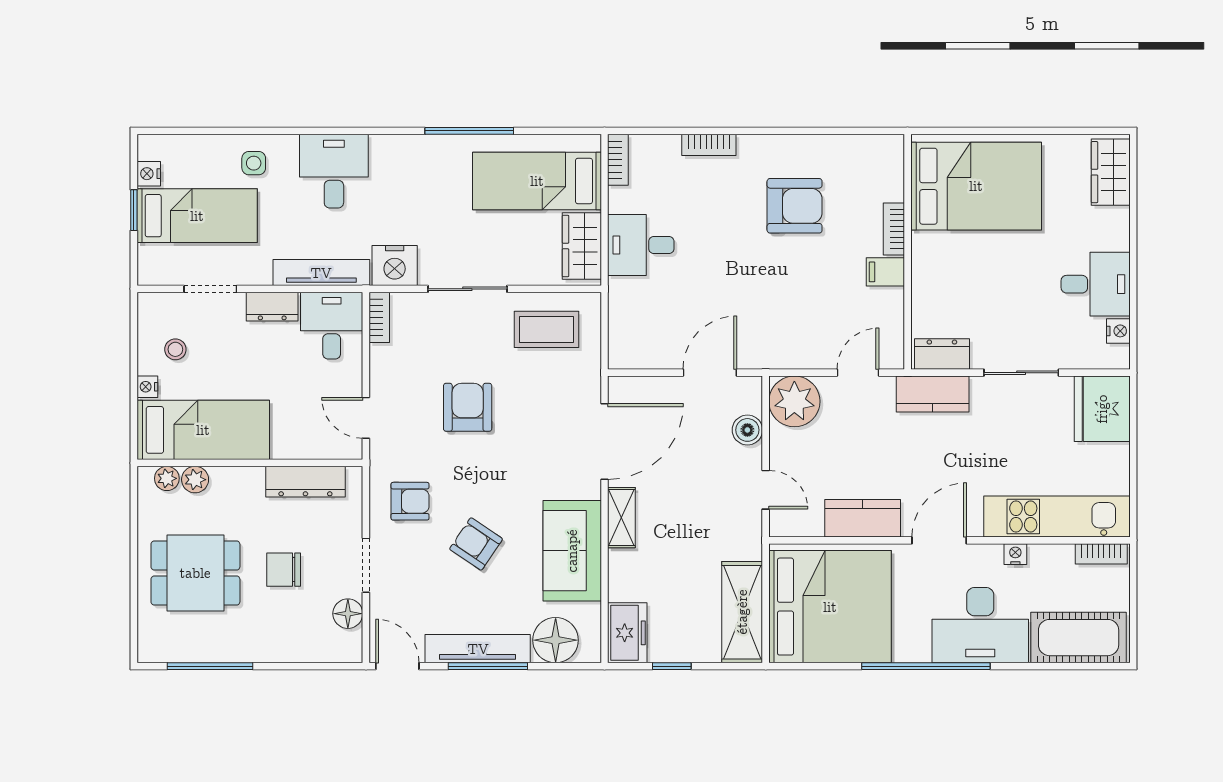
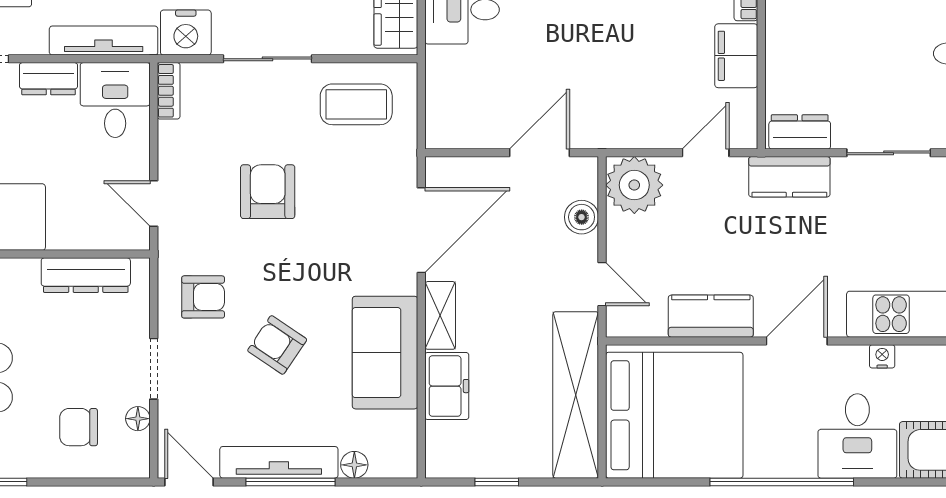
filing cabinet: (885, 272) -> (736, 56), width x2.00
chair: (284, 570) -> (79, 427), moved
shelving: (742, 612) -> (576, 395), width x1.47
floor lamp: (348, 614) -> (138, 419), width x0.73, depth x0.73
desk: (980, 625) -> (857, 436), width x0.73
freezer: (627, 633) -> (447, 386), moved
floor lamp: (556, 640) -> (354, 465), width x0.53, depth x0.53

